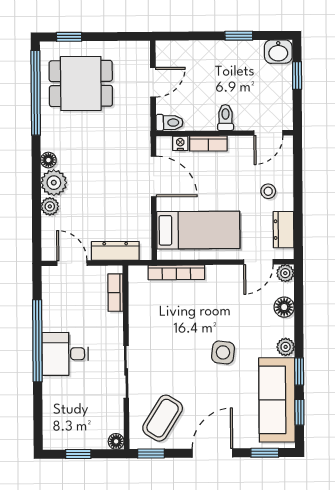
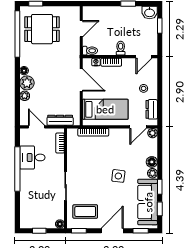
floor lamp: (284, 307) -> (152, 162), moved
desk: (65, 354) -> (32, 157), moved
coffee table: (163, 418) -> (85, 211), turned 58

